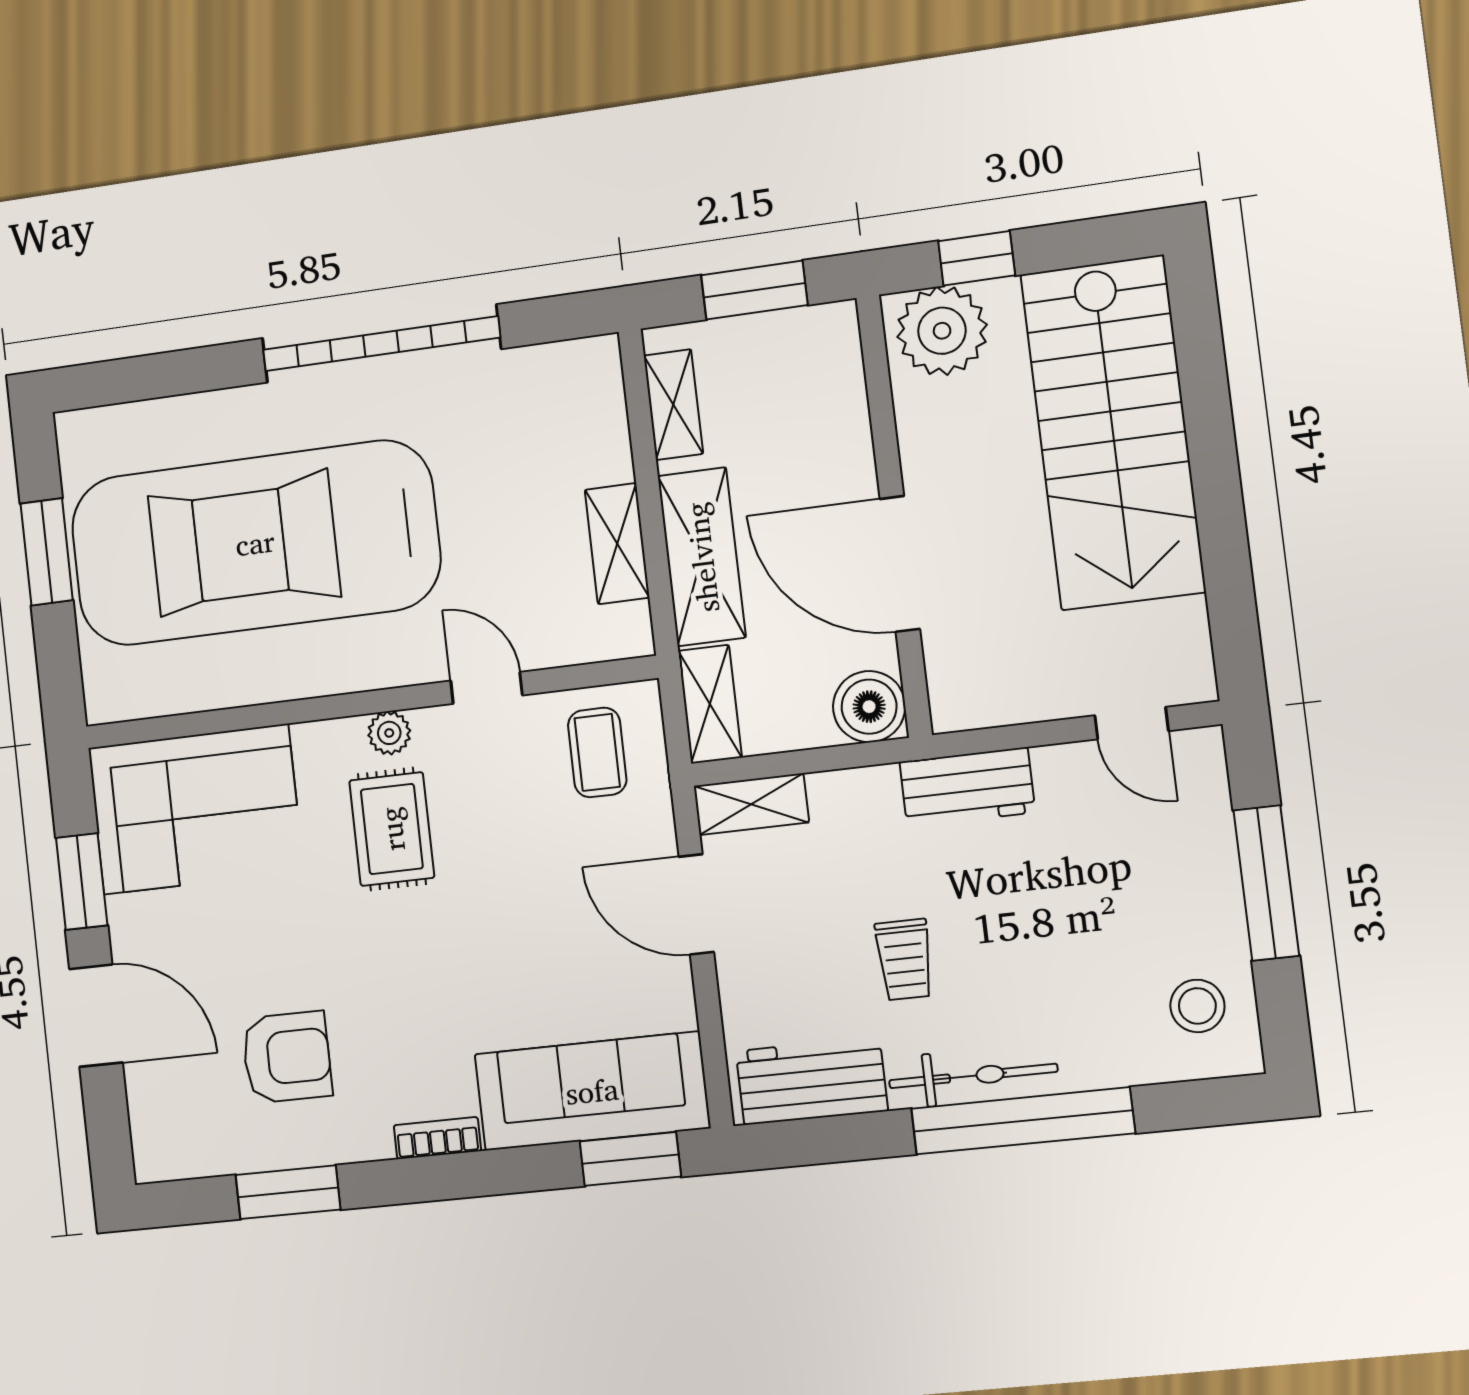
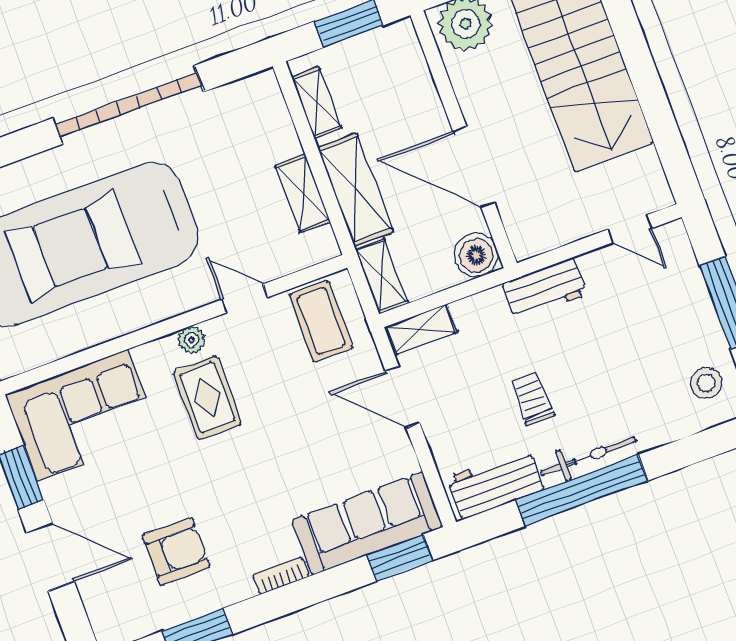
coffee table: (597, 752) -> (321, 321), width x1.36, depth x1.30
trolley: (904, 960) -> (533, 399), turned 180
window: (1023, 1121) -> (582, 490), moved

